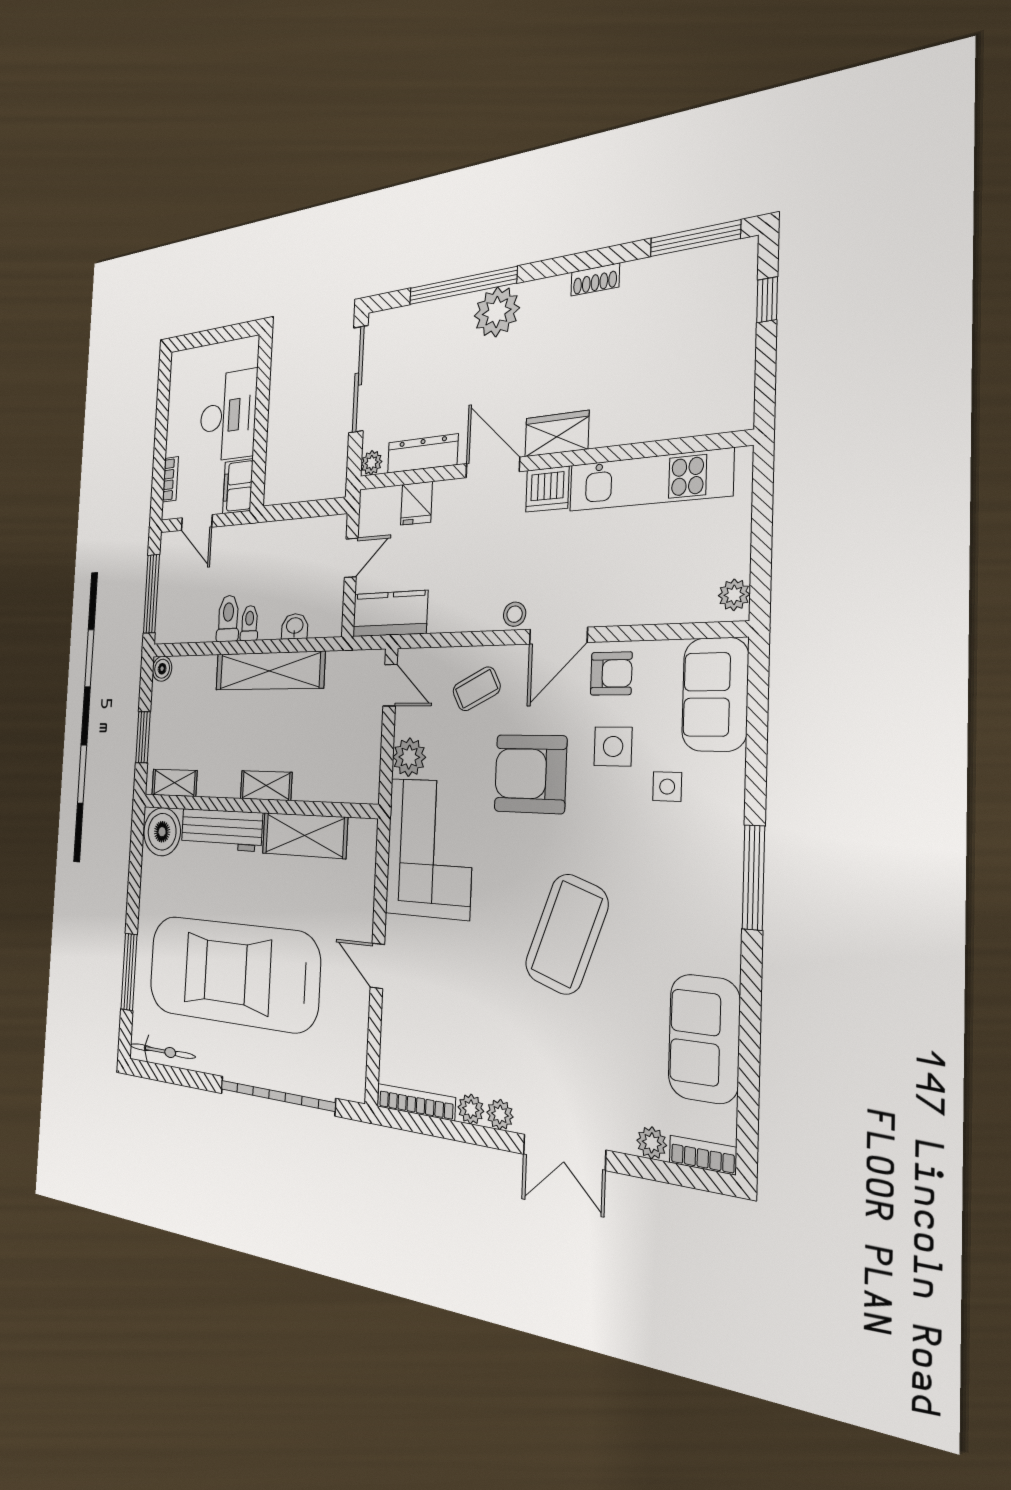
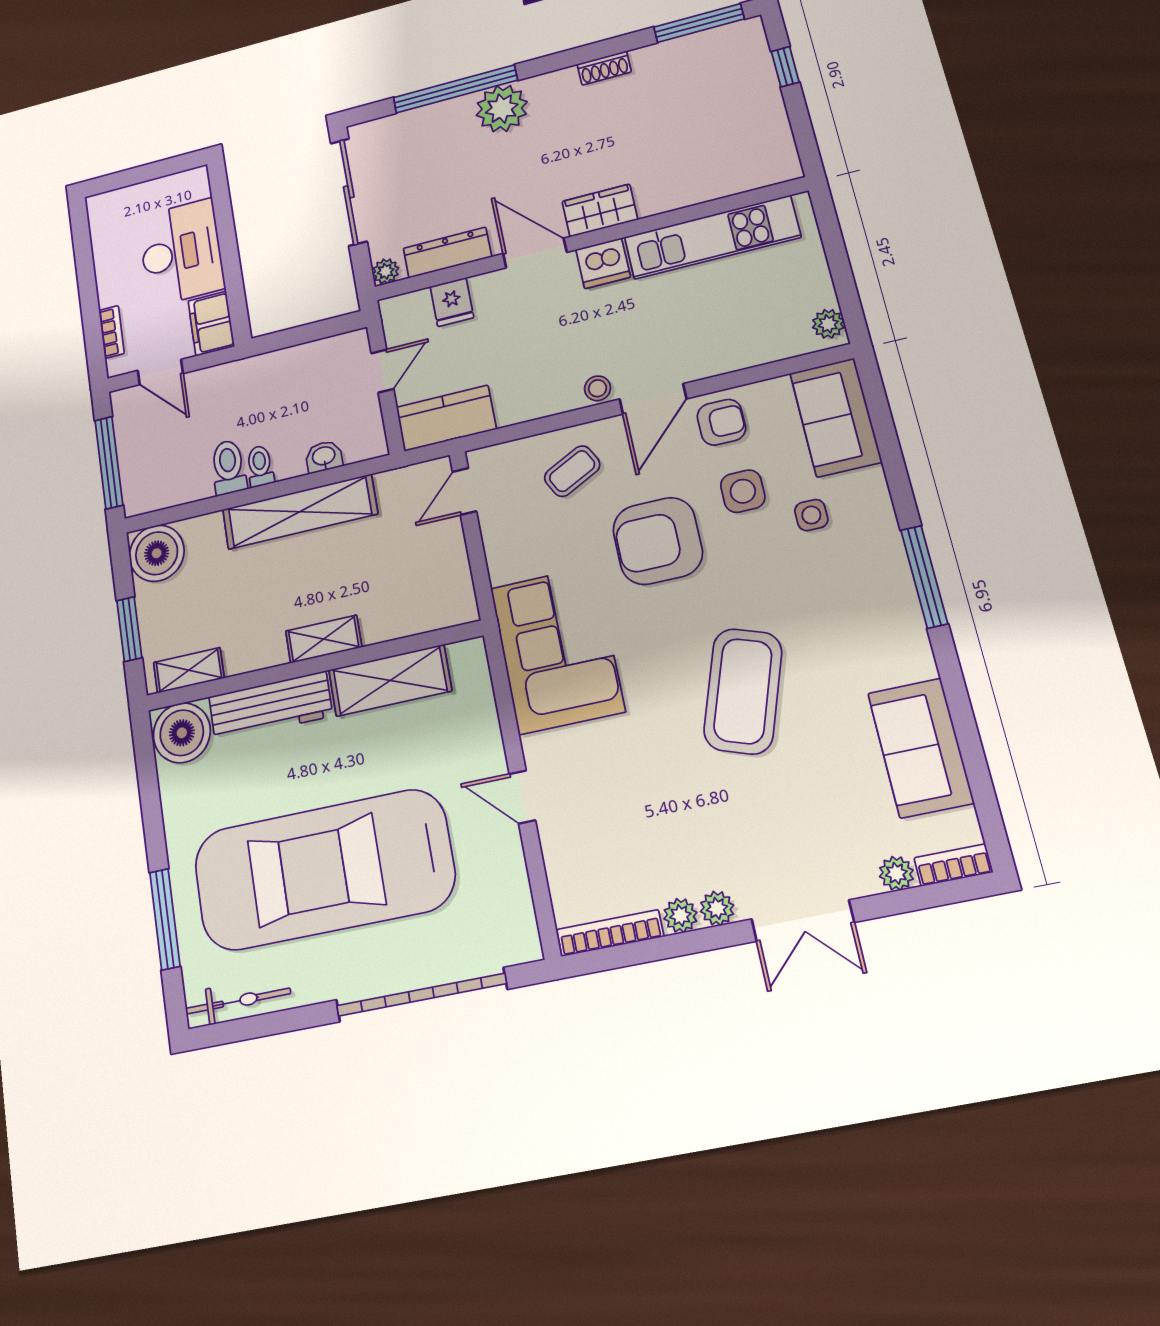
boiler: (162, 669) -> (157, 553), width x1.86, depth x1.86
door: (390, 685) -> (464, 491), swing flipped
plant: (409, 757) -> (507, 560), removed

